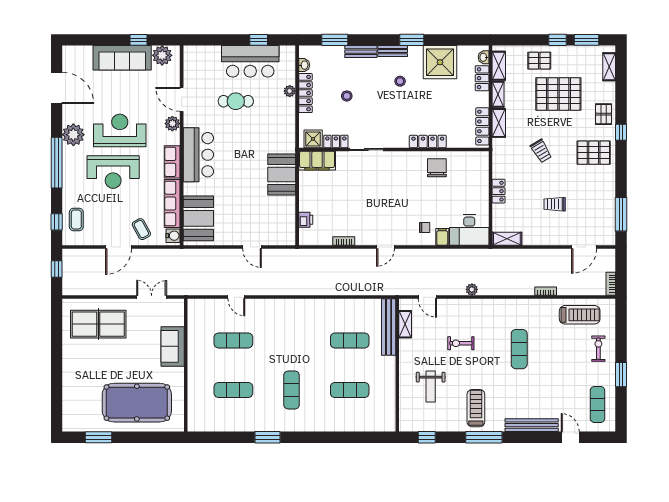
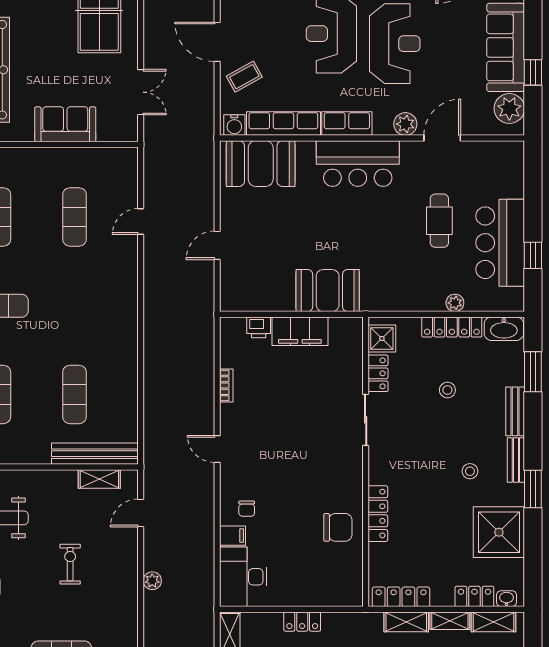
washbasin: (304, 65) -> (504, 329), width x1.91, depth x1.45
filing cabinet: (317, 161) -> (300, 331), moved, turned -90

